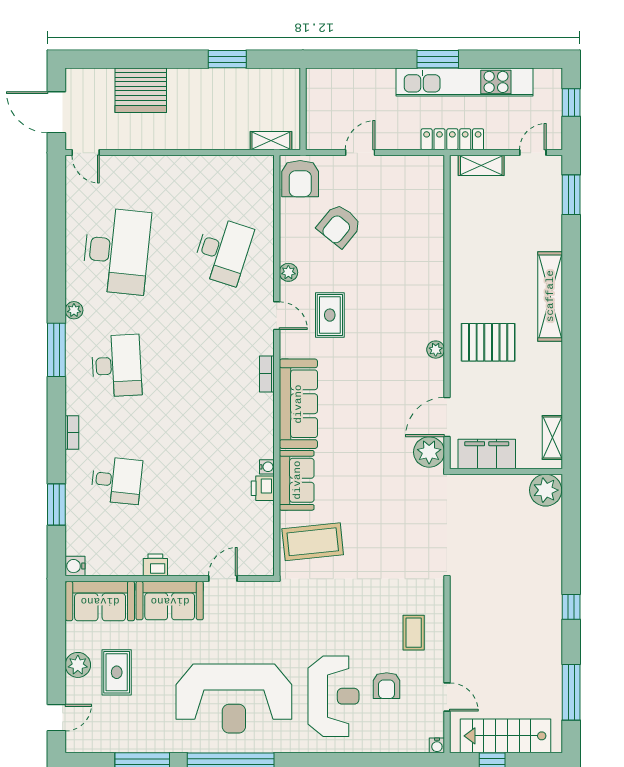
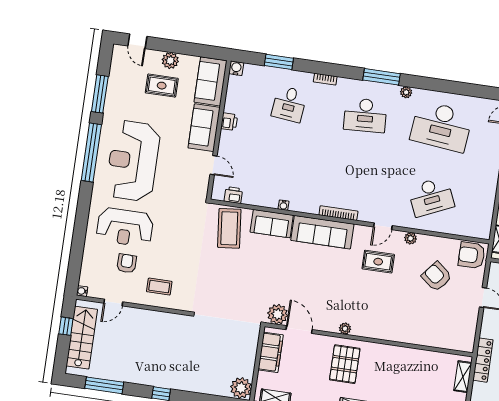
desk: (223, 251) -> (431, 197), turned -42
bookcase: (267, 374) -> (338, 213), width x1.56
printer: (263, 488) -> (233, 195), moved
armchair: (387, 686) -> (127, 263), turned 90

